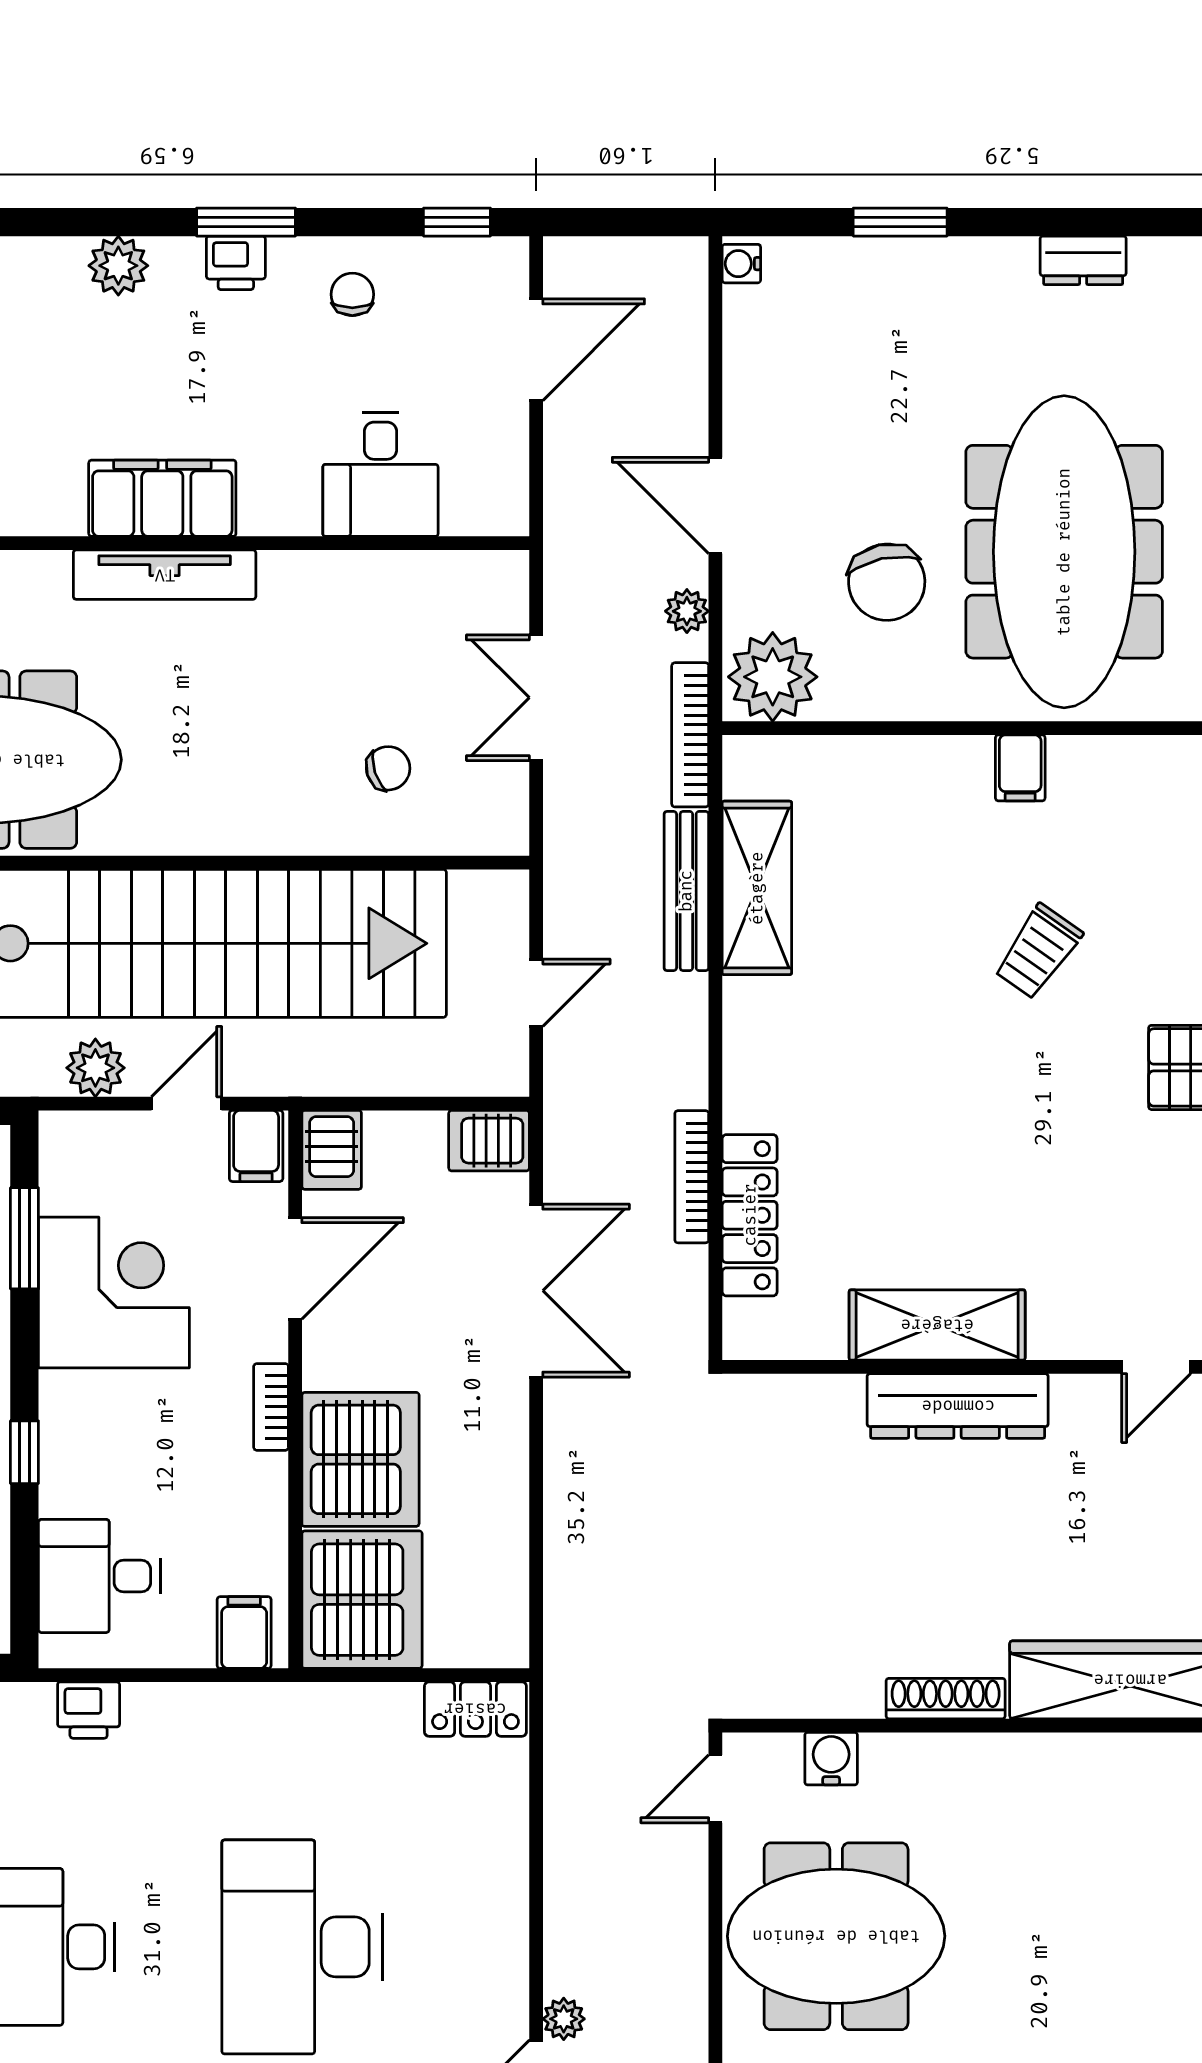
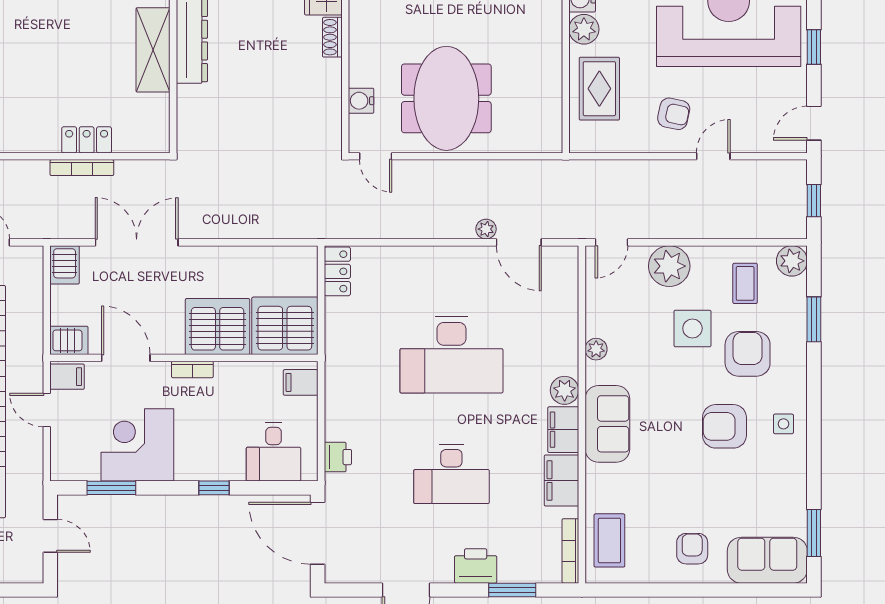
plant: (95, 1068) -> (30, 454), removed
locker: (750, 1215) -> (87, 140), width x0.66
shoe rack: (946, 1699) -> (332, 37), width x0.70

